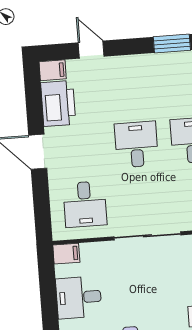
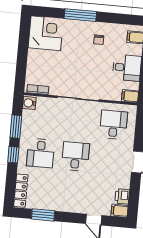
printer: (58, 103) -> (122, 196), width x0.53, depth x0.68
desk: (136, 144) -> (75, 156), turned 180

